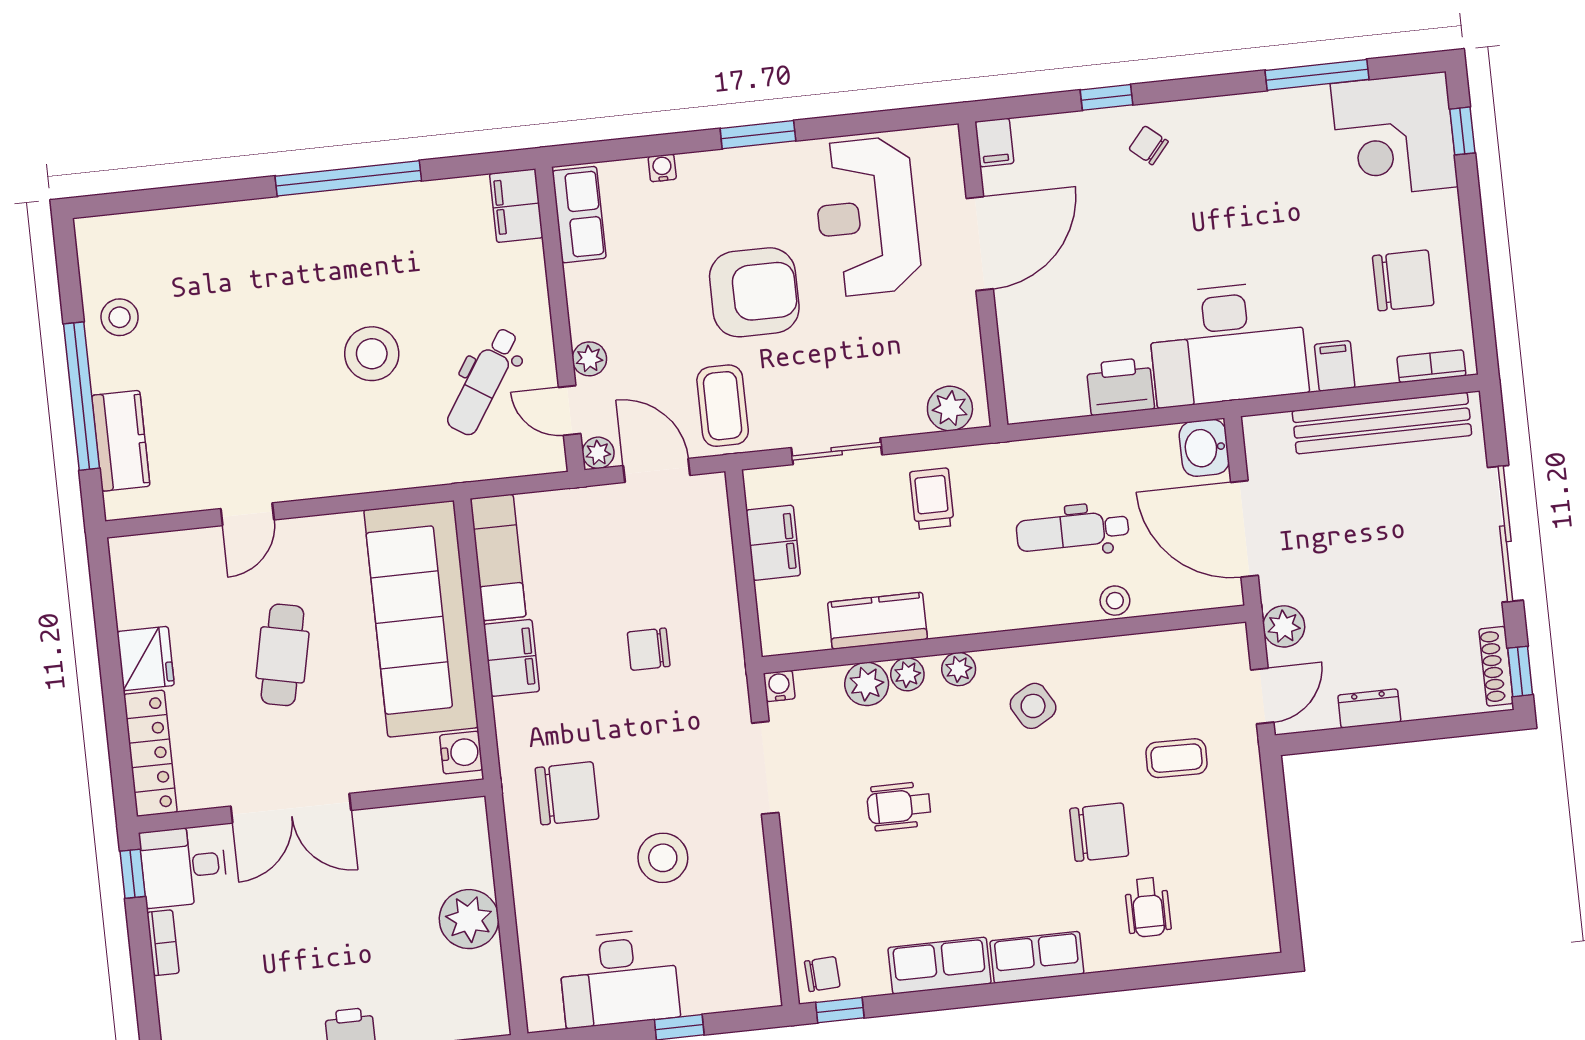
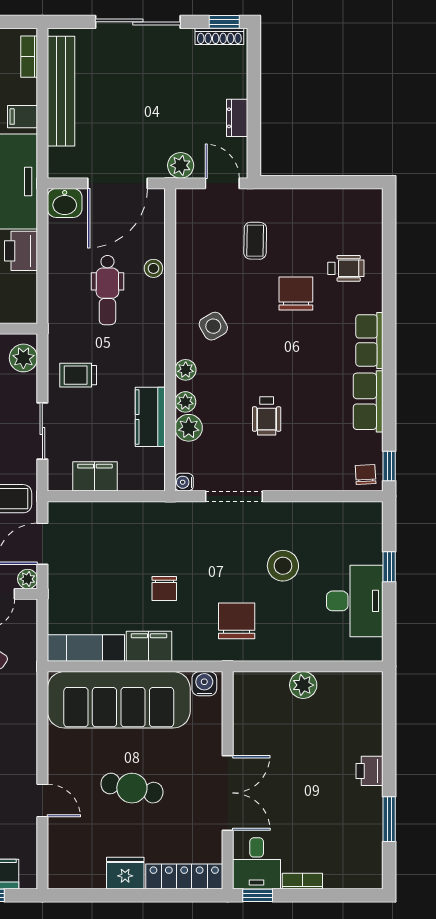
chair: (649, 649) -> (164, 589), moved
plant: (469, 919) -> (303, 685), width x0.73, depth x0.73

